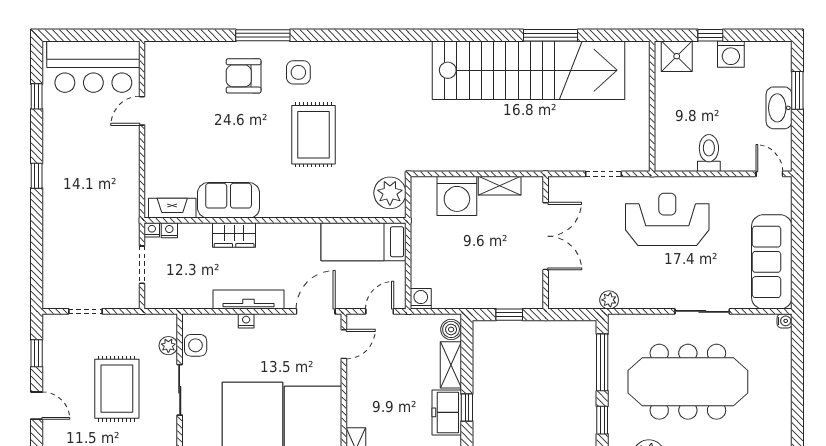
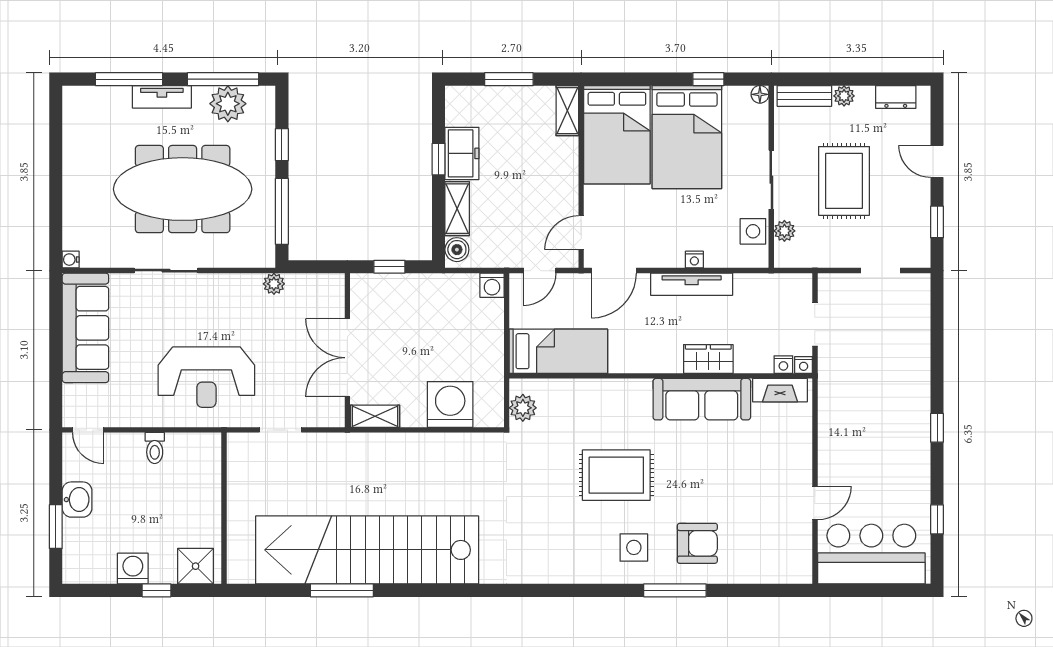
washbasin: (779, 108) -> (77, 500), width x0.72
rug: (313, 135) -> (616, 475), turned 90
toilet: (709, 153) -> (155, 448), width x0.73, depth x0.72
shelving: (500, 186) -> (375, 416), moved
plant: (390, 193) -> (523, 408), width x0.73, depth x0.73
sofa: (229, 200) -> (702, 399), width x1.36

